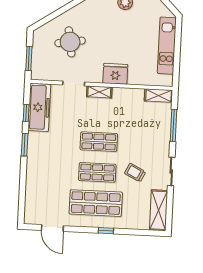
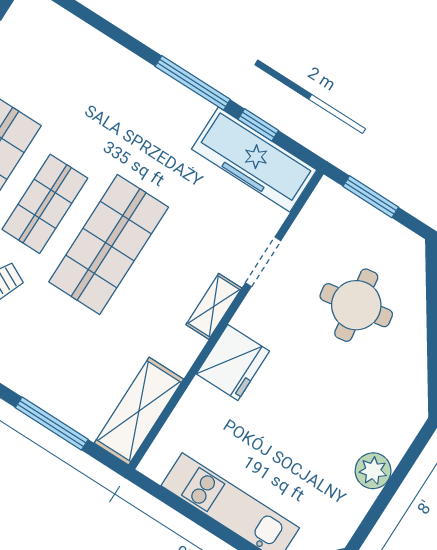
shelving: (159, 95) -> (139, 411), width x1.50, depth x1.33
shop shelf: (99, 142) -> (109, 244), width x1.43, depth x1.36
window: (25, 145) -> (193, 83), width x1.44

